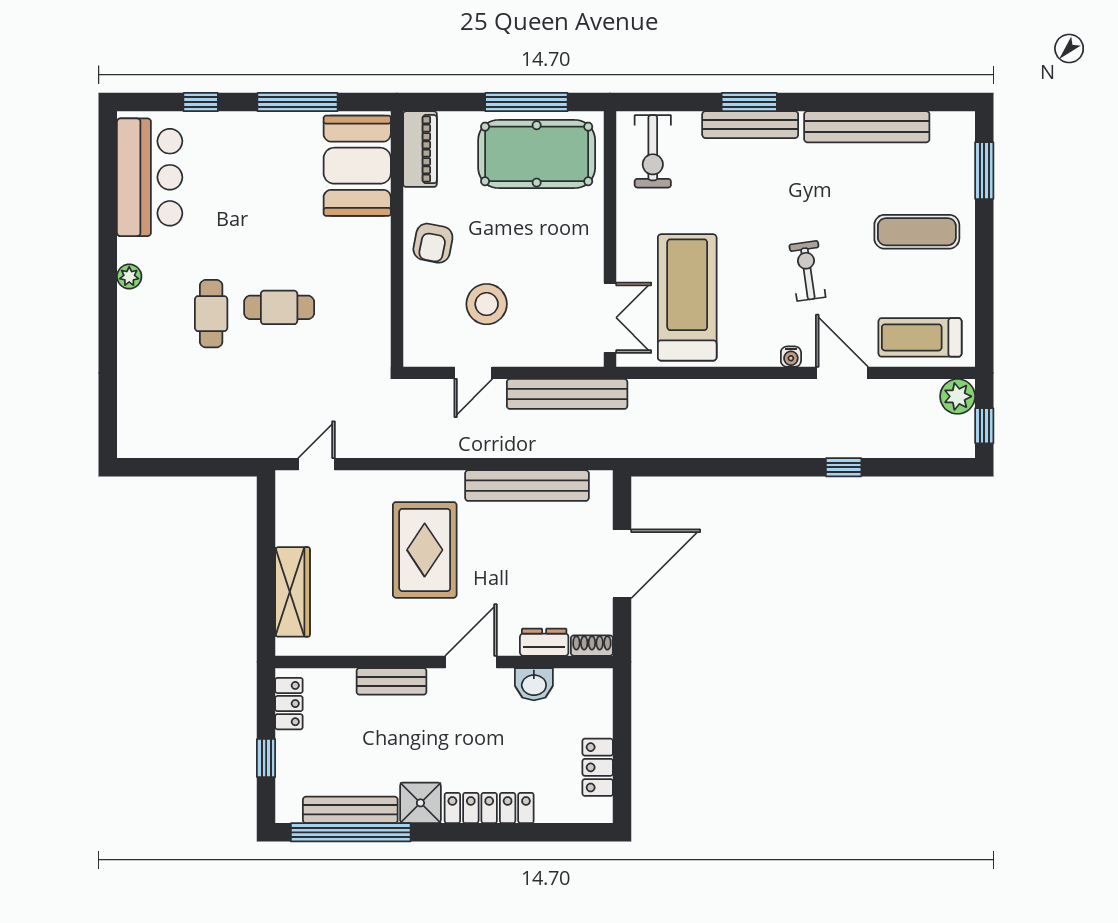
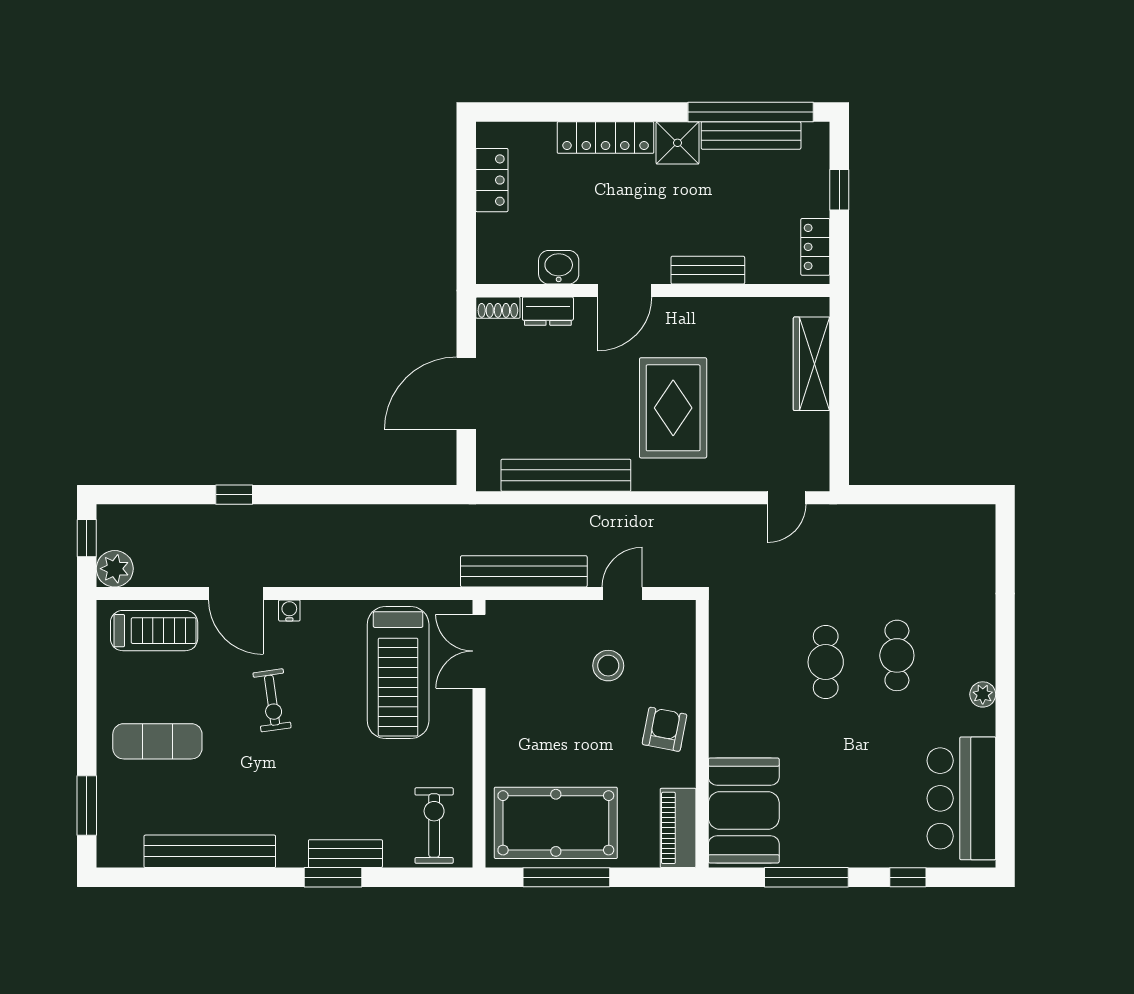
bench: (750, 125) -> (345, 854), width x0.73
stool: (487, 304) -> (608, 666), width x0.73, depth x0.73
cafe table: (279, 307) -> (826, 662), turned 90

